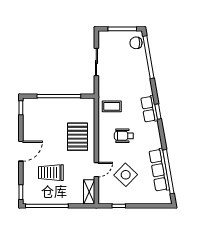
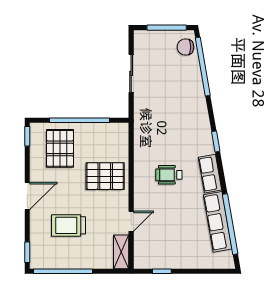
coffee table: (112, 106) -> (152, 134), removed
row of seats: (149, 109) -> (210, 174), moved
pallet: (45, 117) -> (60, 148), added
pallet: (78, 137) -> (105, 176), turned 90
side table: (126, 175) -> (171, 228), removed

